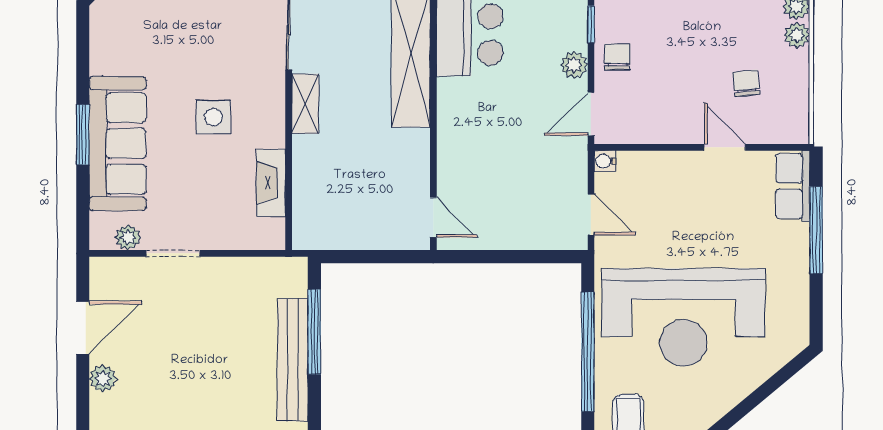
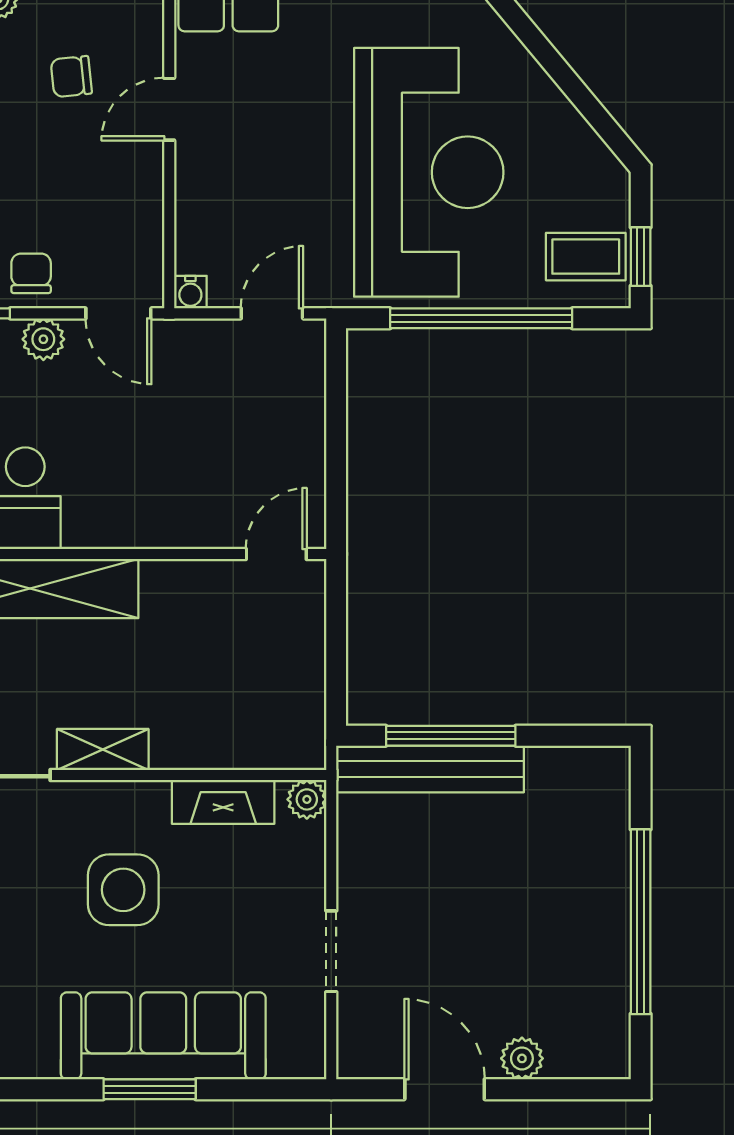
chair: (617, 57) -> (31, 273), turned 90
side table: (213, 117) -> (123, 890), width x1.37, depth x1.37
plant: (128, 237) -> (307, 799), moved
bench: (293, 360) -> (430, 769), moved

